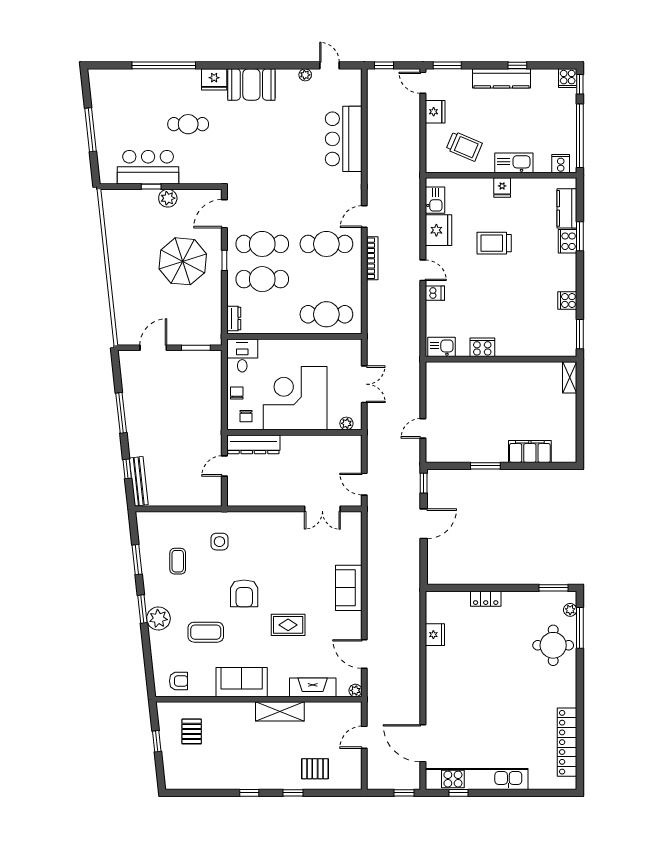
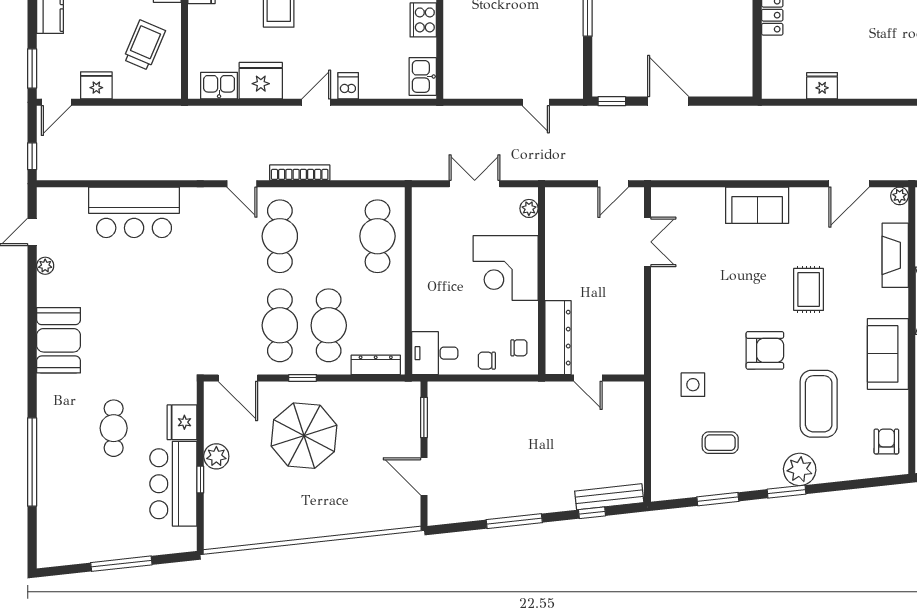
fridge: (214, 79) -> (182, 422), moved, turned 180
dresser: (234, 318) -> (376, 365), width x1.44
corner desk: (295, 398) -> (506, 268), width x0.74, depth x0.74
coffee table: (206, 632) -> (819, 404), width x1.36, depth x1.32

